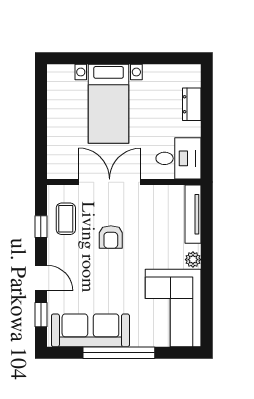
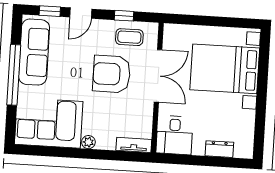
bed with nightstands: (109, 104) -> (225, 69), width x1.36
tv unit: (193, 214) -> (134, 145), width x0.71
armchair: (111, 237) -> (112, 74), width x1.88, depth x1.88

